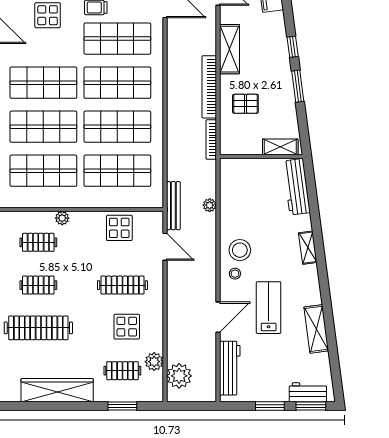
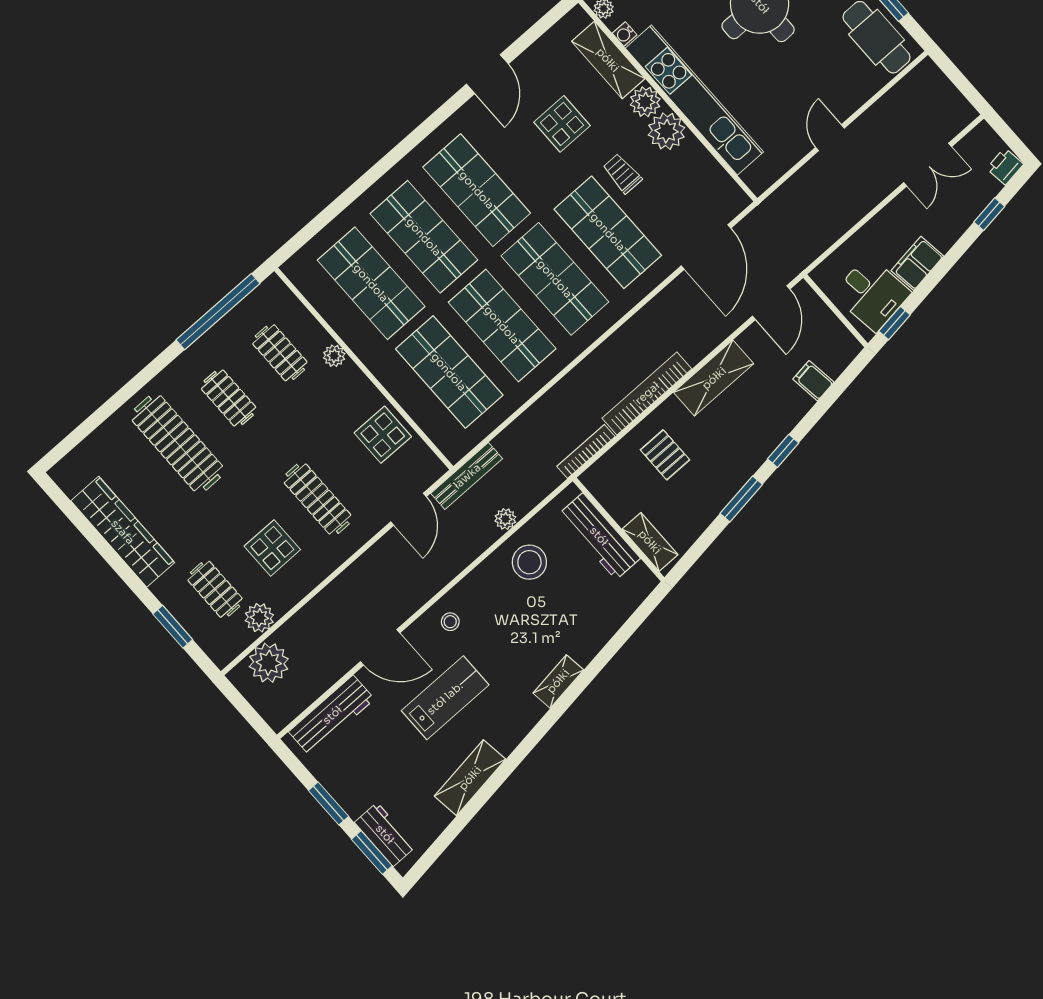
workbench: (297, 187) -> (599, 536), moved, turned -82
stool: (240, 250) -> (529, 562), moved

